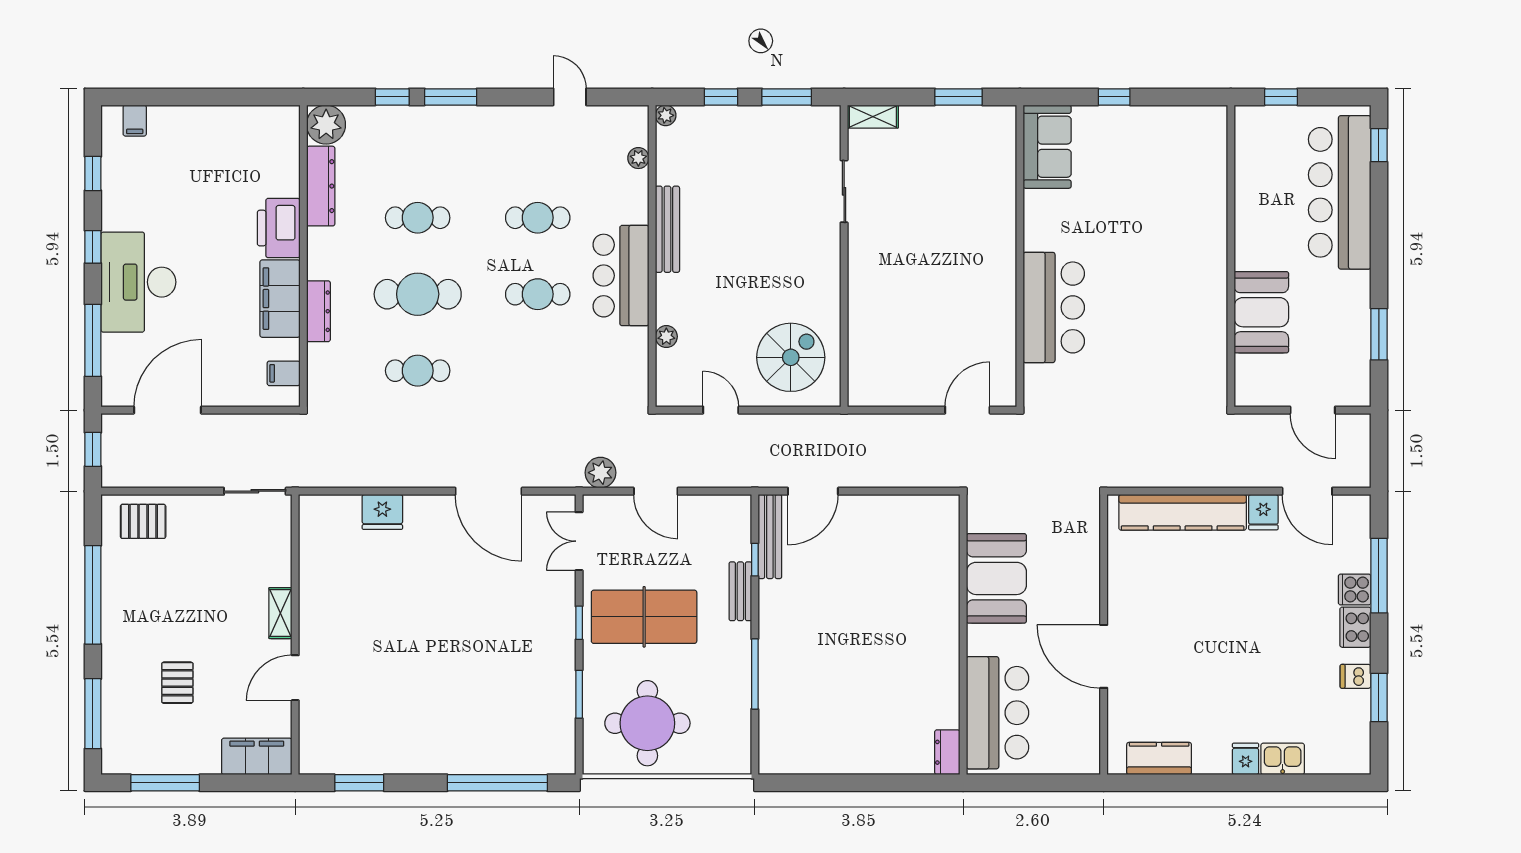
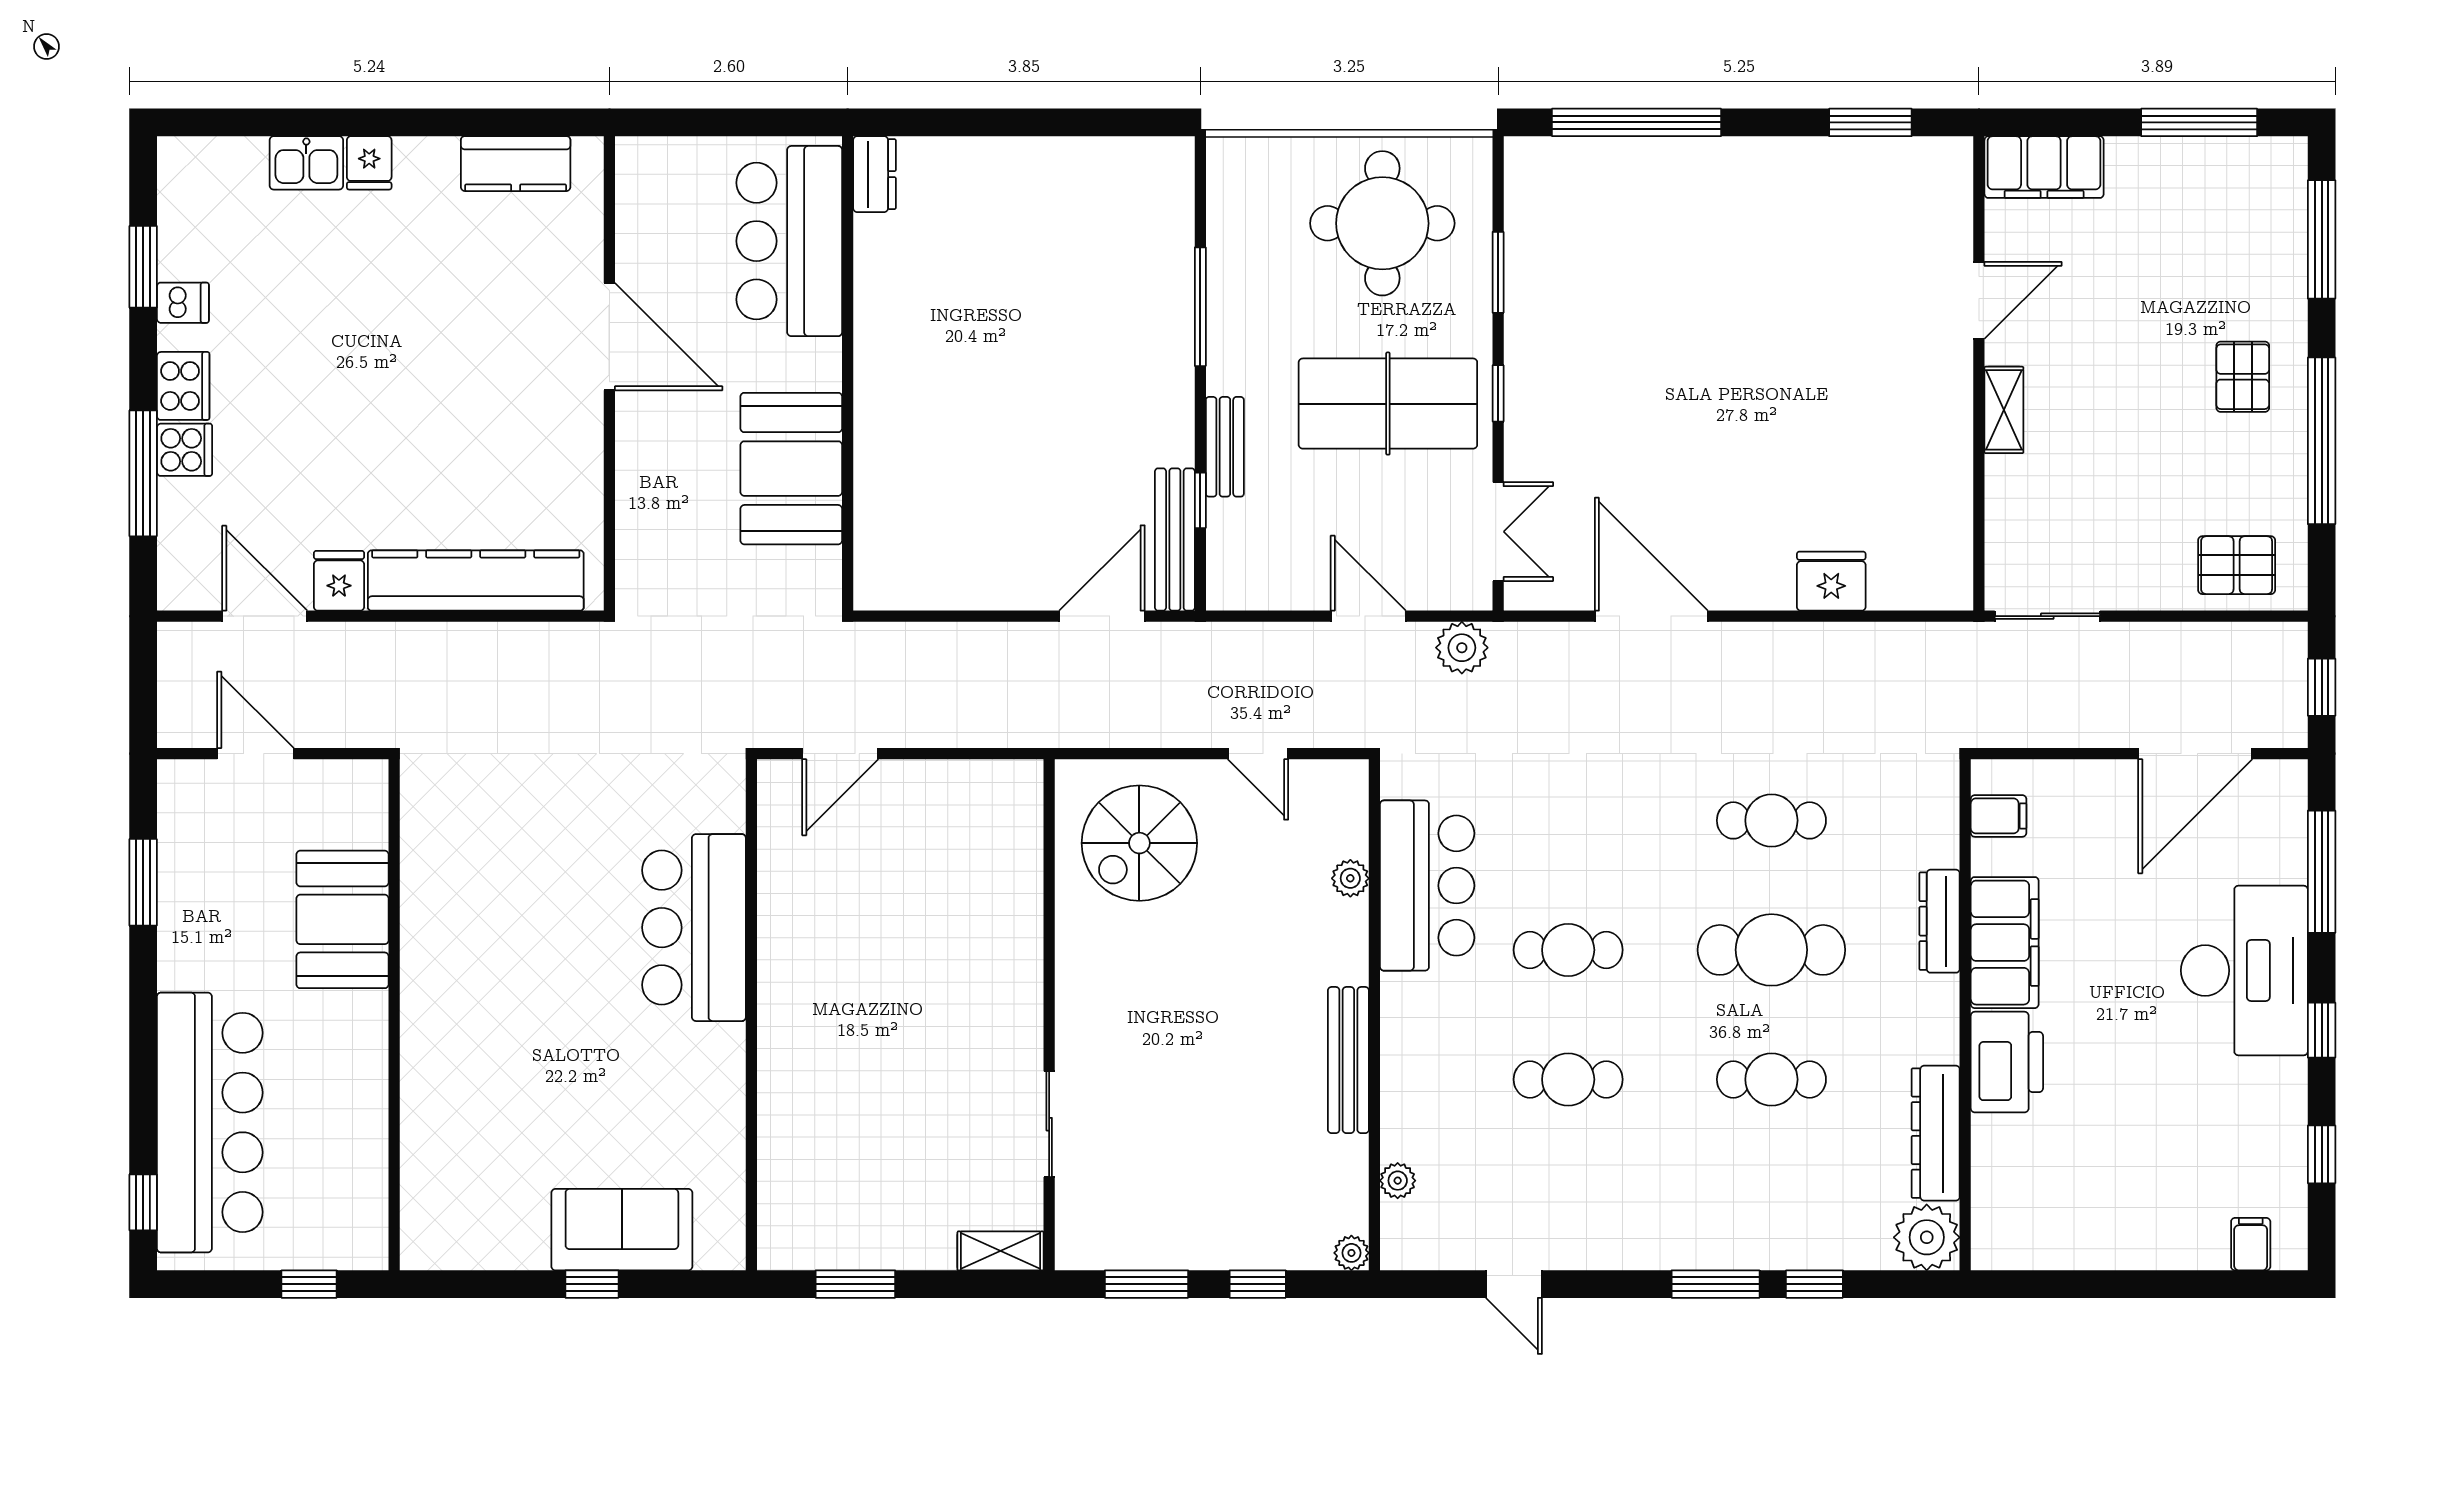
sofa: (1047, 147) -> (622, 1230), moved, turned 90
bar counter: (621, 276) -> (1427, 886), moved
pallet: (177, 683) -> (2243, 377), moved

